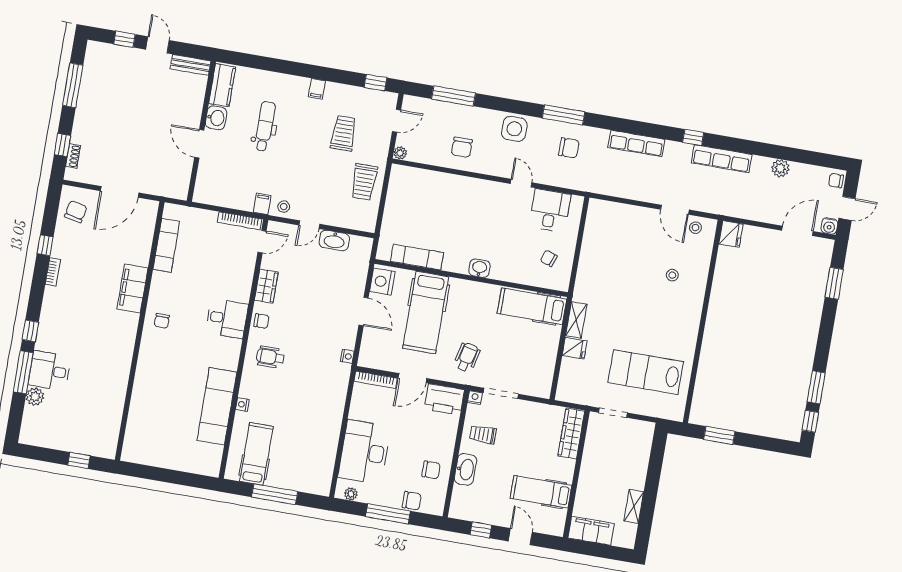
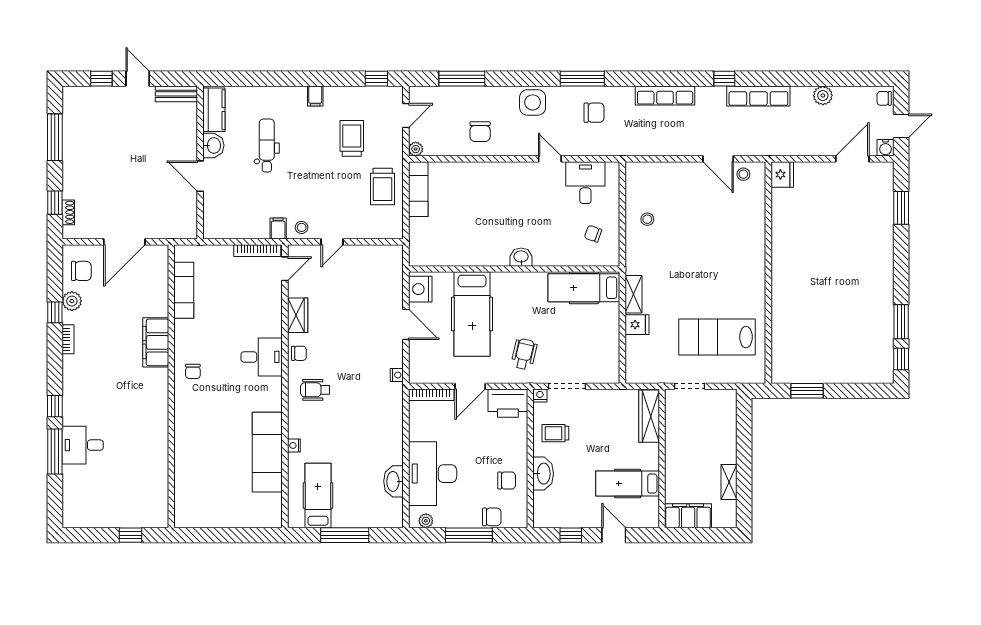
chair: (76, 212) -> (81, 271), turned 78
washbasin: (334, 240) -> (393, 481), moved, turned 90
exam couch: (417, 257) -> (418, 189), moved, turned 90
stool: (672, 275) -> (647, 219), moved
plant: (35, 397) -> (72, 301), moved

